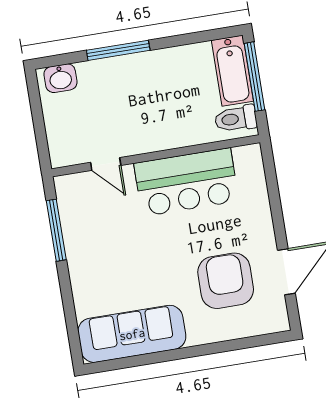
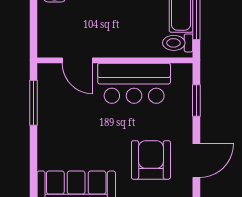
door: (106, 164) -> (77, 60), width x1.38
window: (273, 191) -> (196, 100), added

